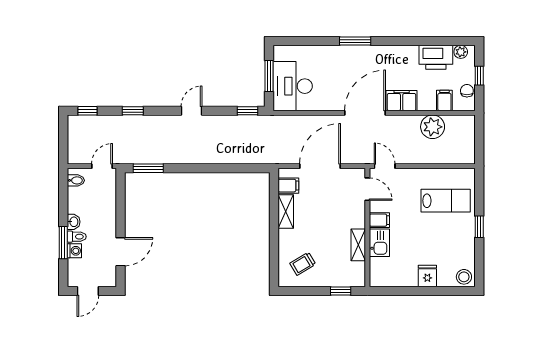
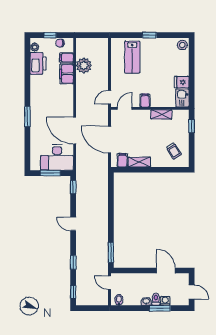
filing cabinet: (402, 101) -> (67, 74), moved
door: (365, 113) -> (75, 131), moved
lab bench: (446, 201) -> (132, 57), turned 180
kitchen sink: (379, 243) -> (182, 98), moved, turned -90
fridge: (427, 276) -> (182, 82), moved

